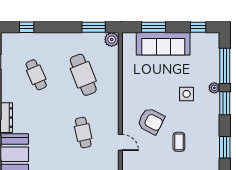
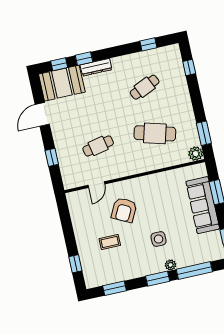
cafe table: (83, 75) -> (155, 133), turned 36

